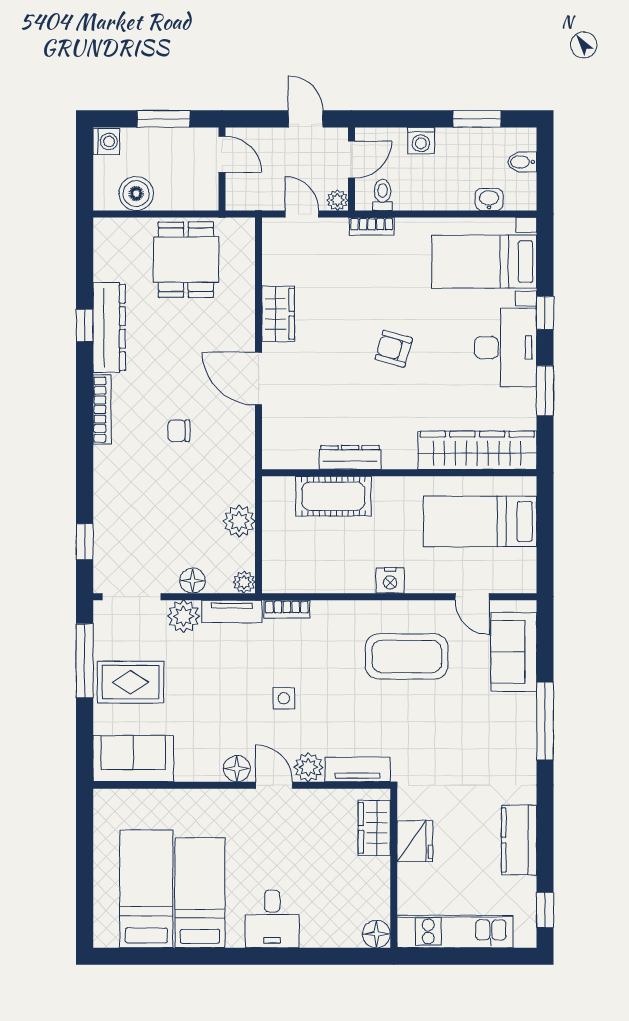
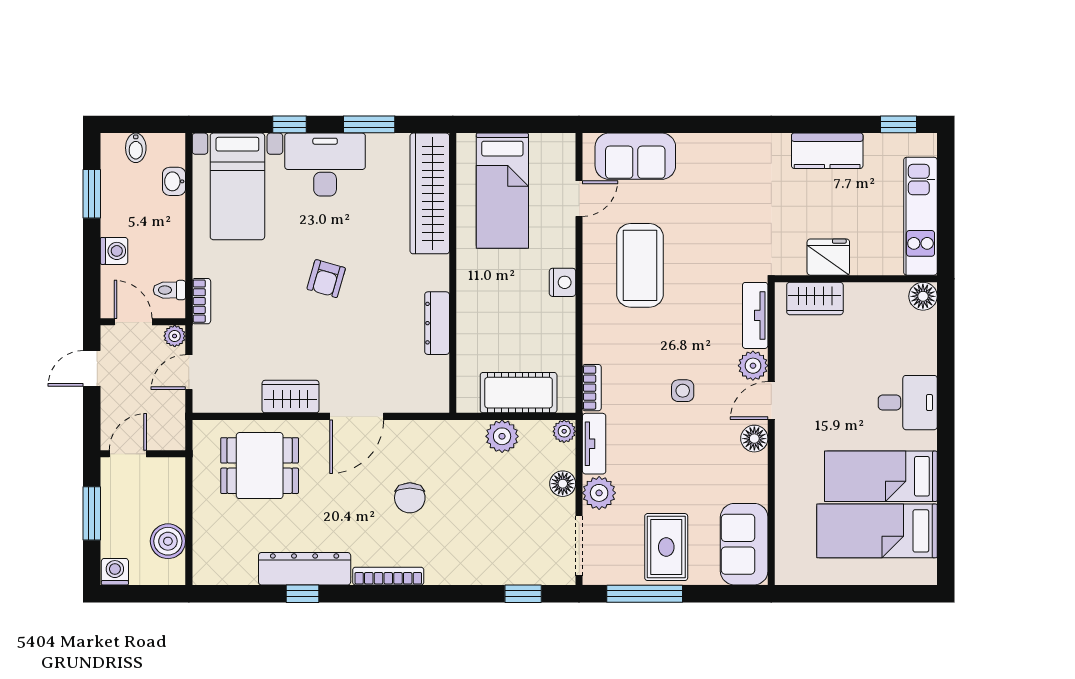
dining table: (186, 260) -> (260, 466), moved
chair: (179, 431) -> (410, 498), width x1.37, depth x1.37
cot: (333, 496) -> (519, 393), moved, turned 90
window: (545, 721) -> (706, 124), removed

